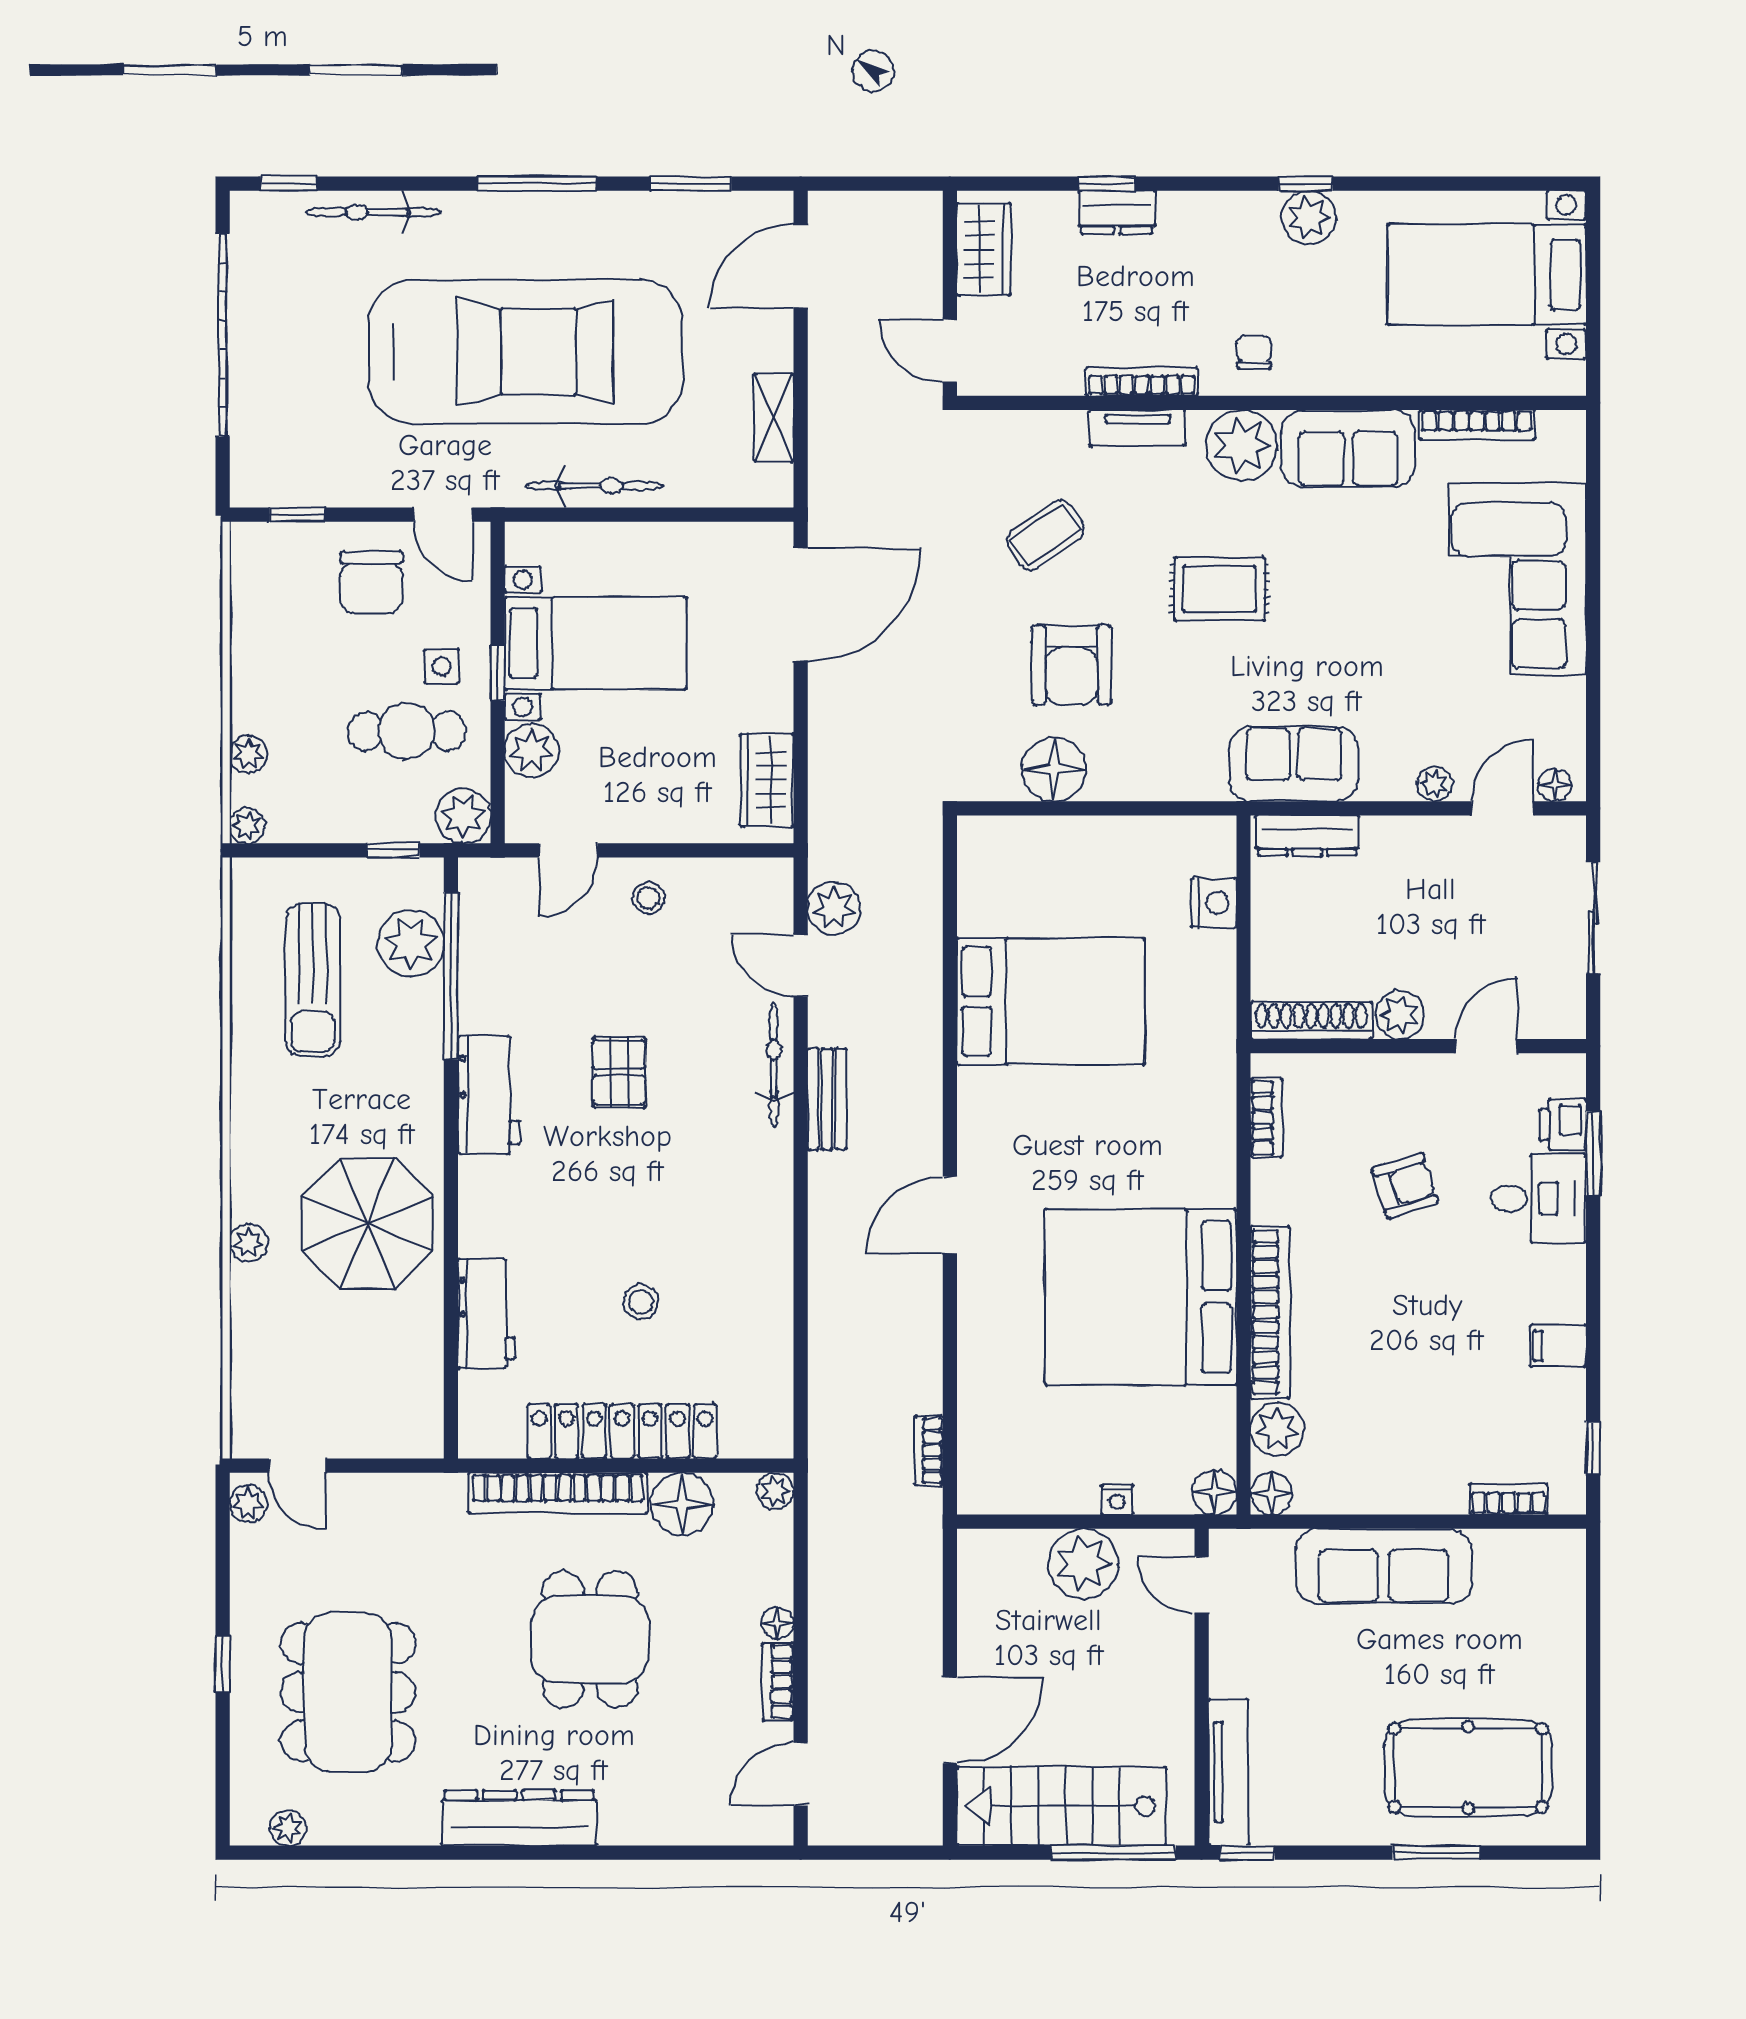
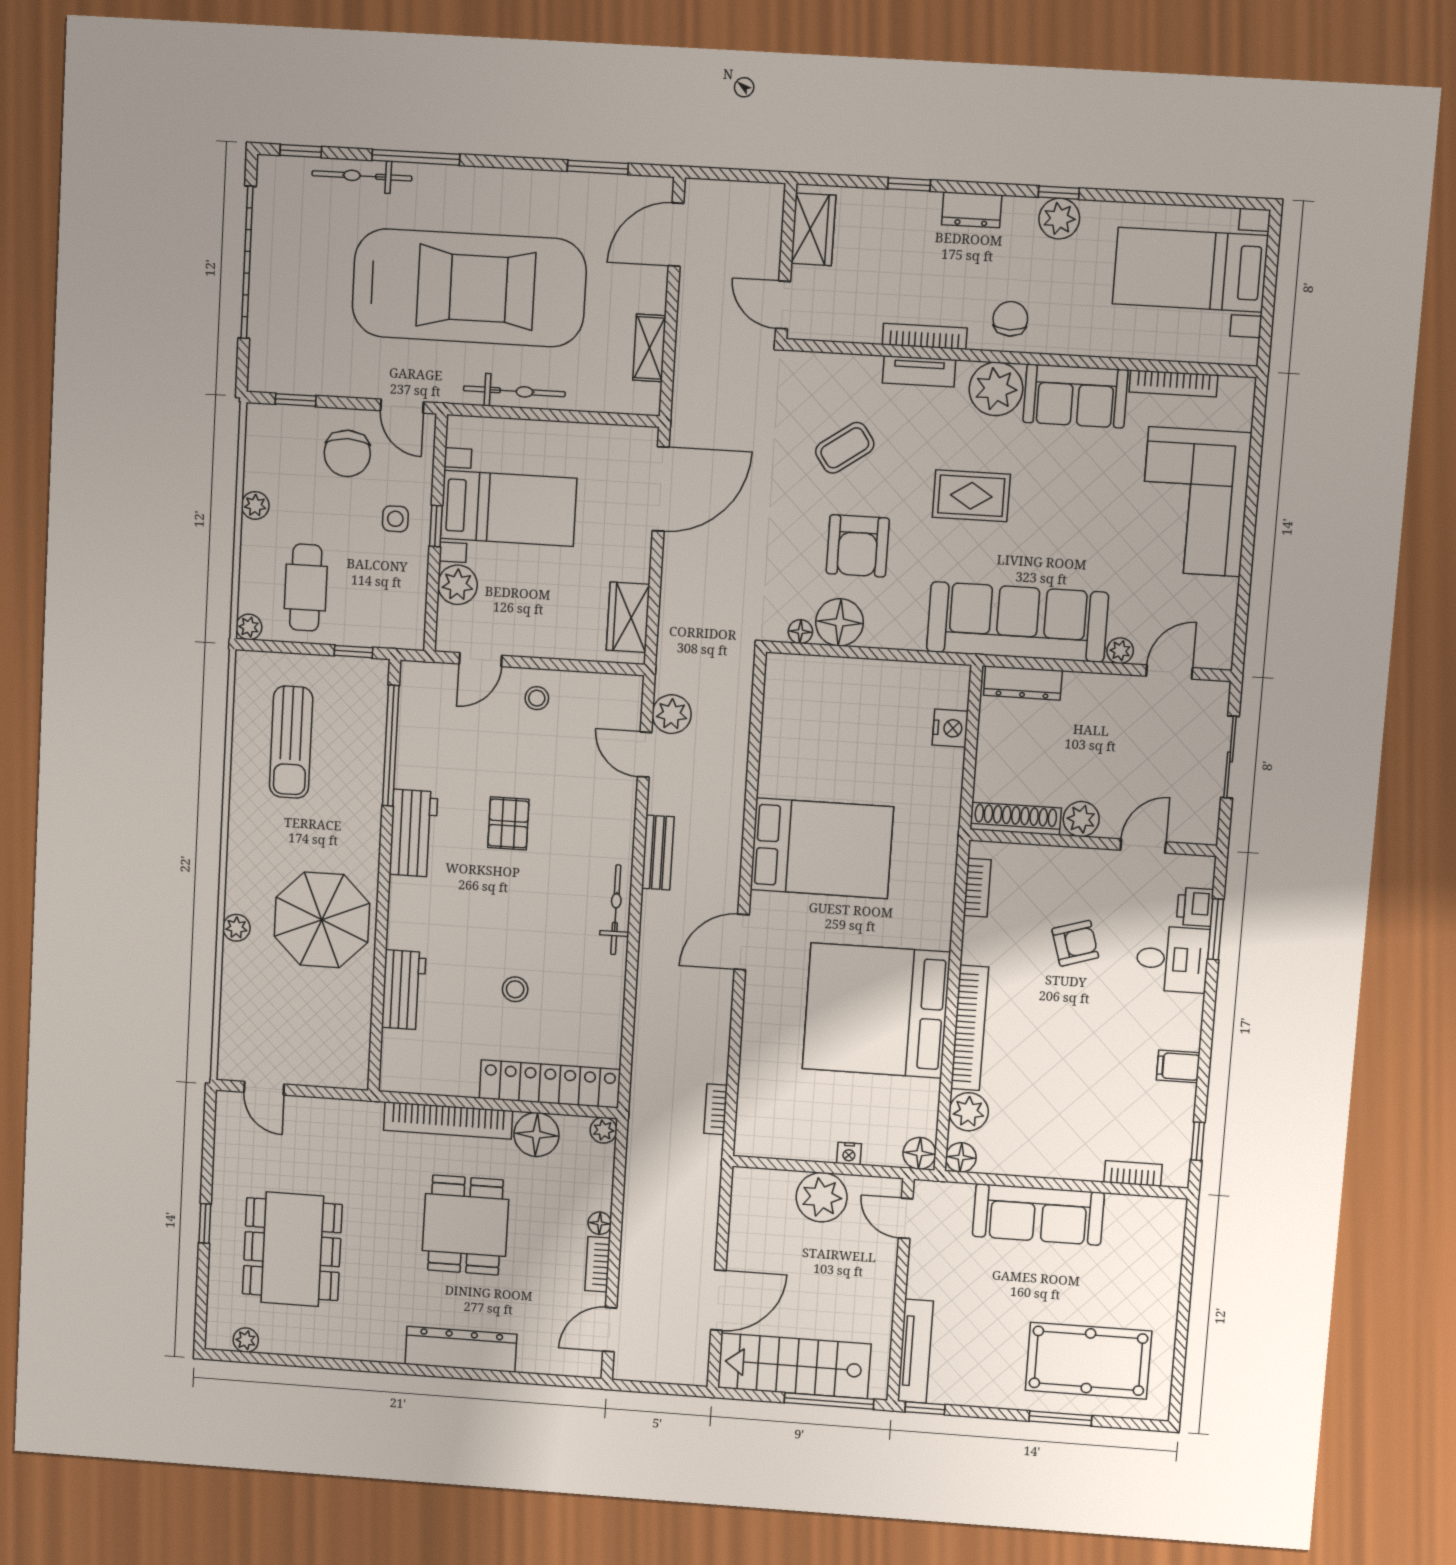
window: (537, 184) -> (416, 157), moved
dresser: (1117, 212) -> (972, 210), moved
chair: (1254, 352) -> (1010, 319), width x1.37, depth x1.37
cafe table: (407, 731) -> (306, 588), moved, turned 90
plant: (248, 754) -> (255, 505), moved
sofa: (1294, 764) -> (1017, 622), width x1.85, depth x1.27
floor lamp: (1555, 785) -> (800, 632), moved
plant: (463, 816) -> (406, 630), removed
plant: (411, 943) -> (363, 720), removed
bed: (1051, 1001) -> (822, 848), moved
bicycle: (774, 1065) -> (616, 910), moved
locker: (622, 1431) -> (550, 1084), moved
plant: (248, 1504) -> (228, 1112), removed
dresser: (519, 1818) -> (461, 1349), moved

